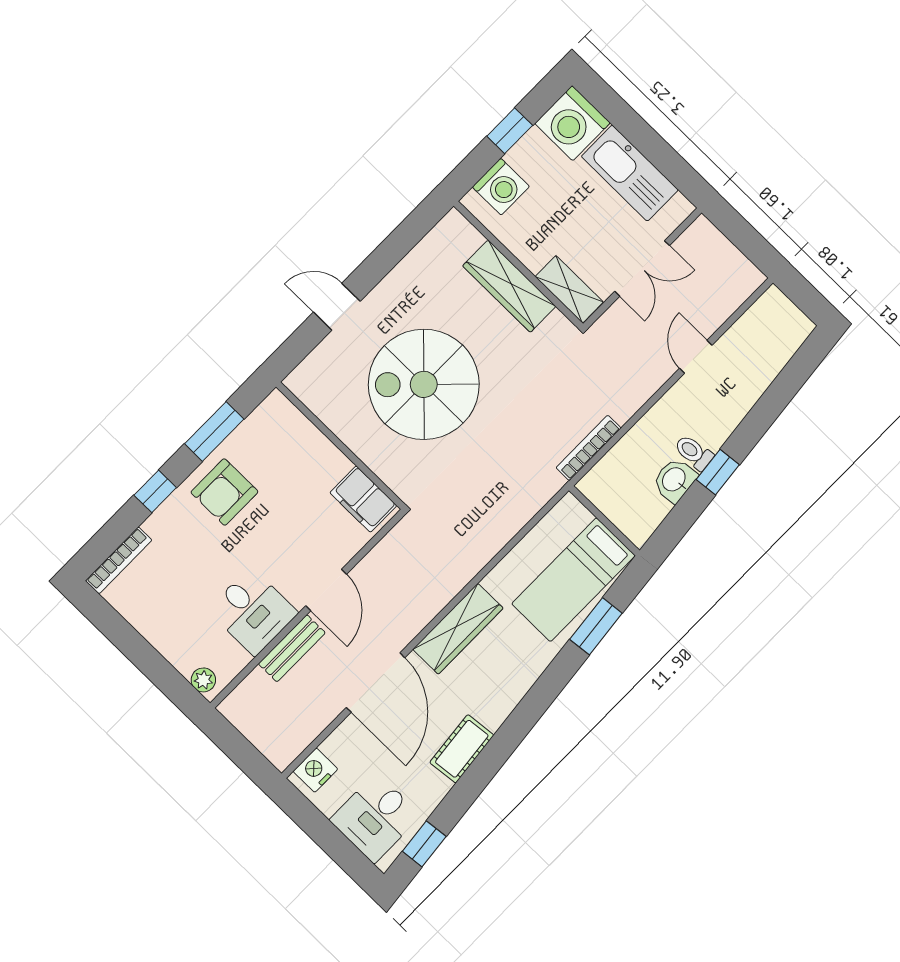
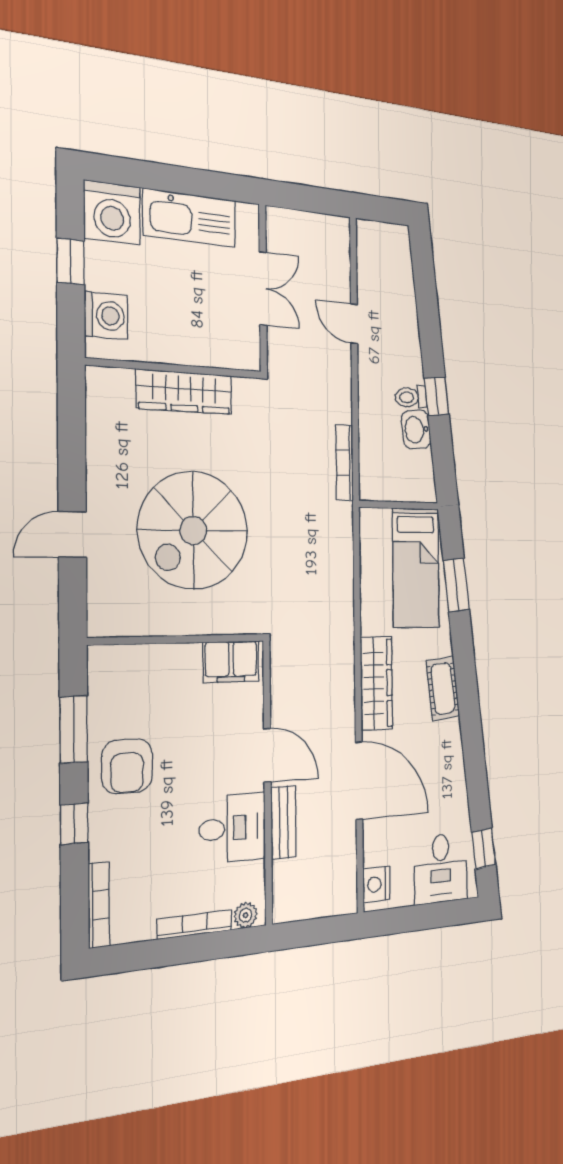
shelving: (569, 289) -> (228, 353), removed
bookcase: (165, 646) -> (195, 924), added
cot: (462, 749) -> (443, 689), moved

